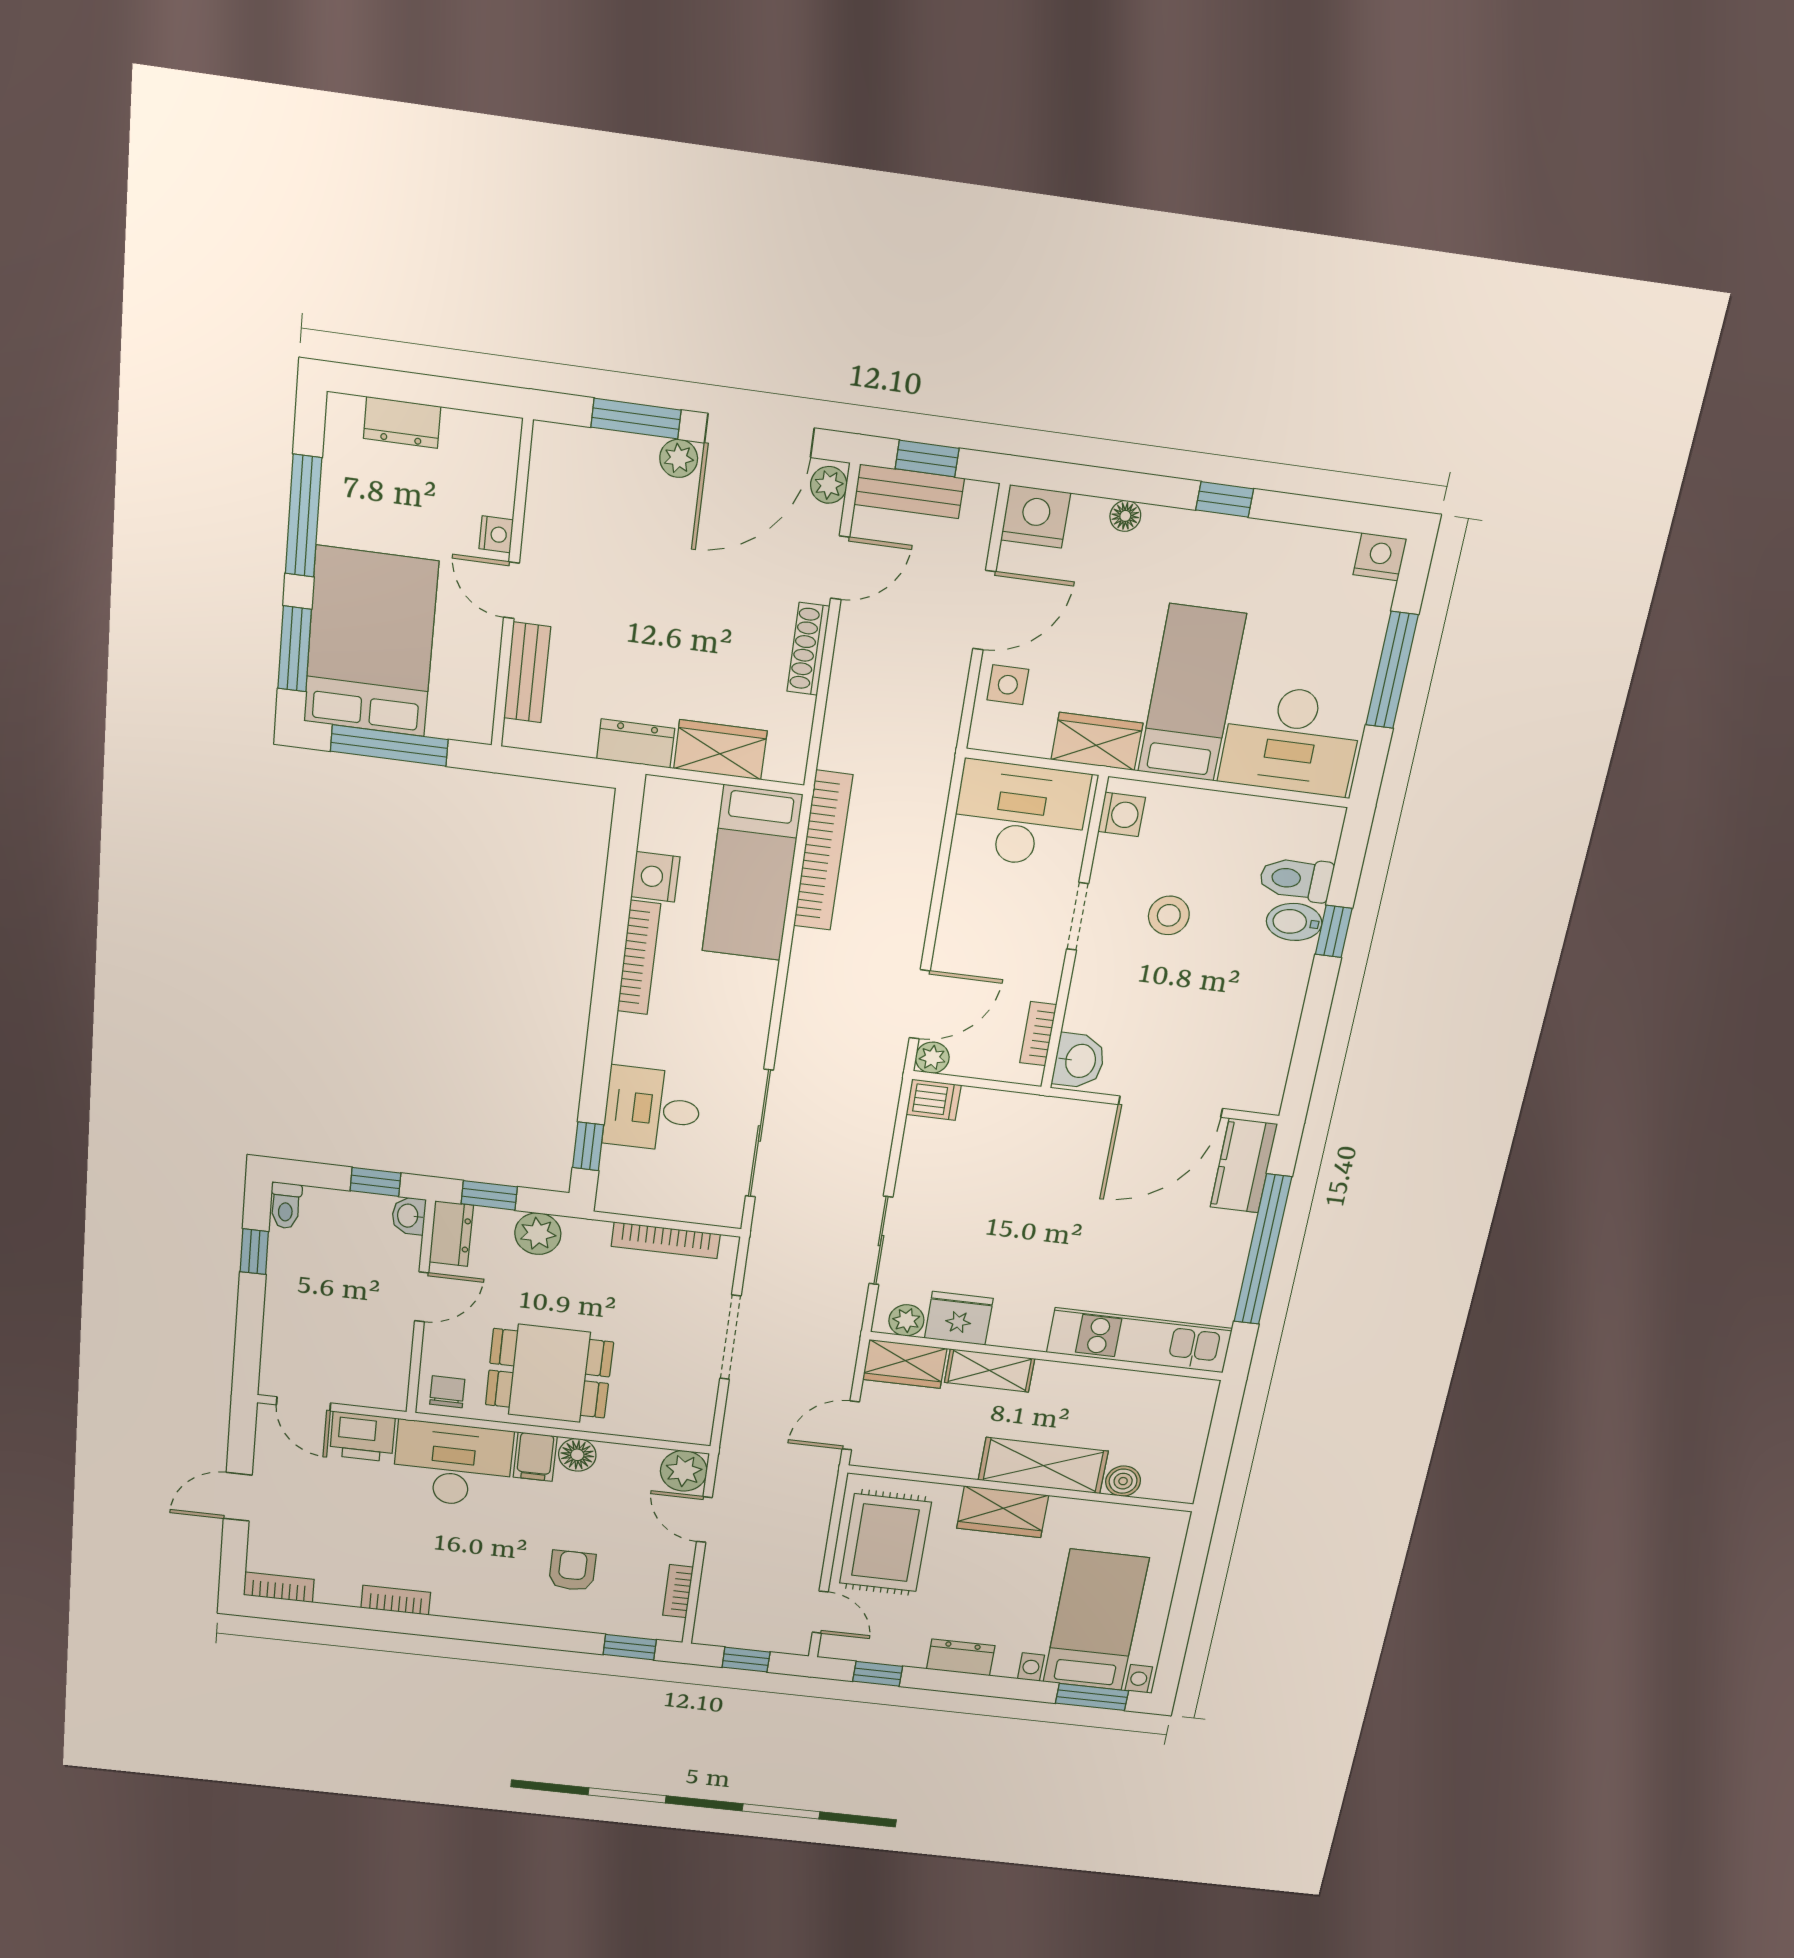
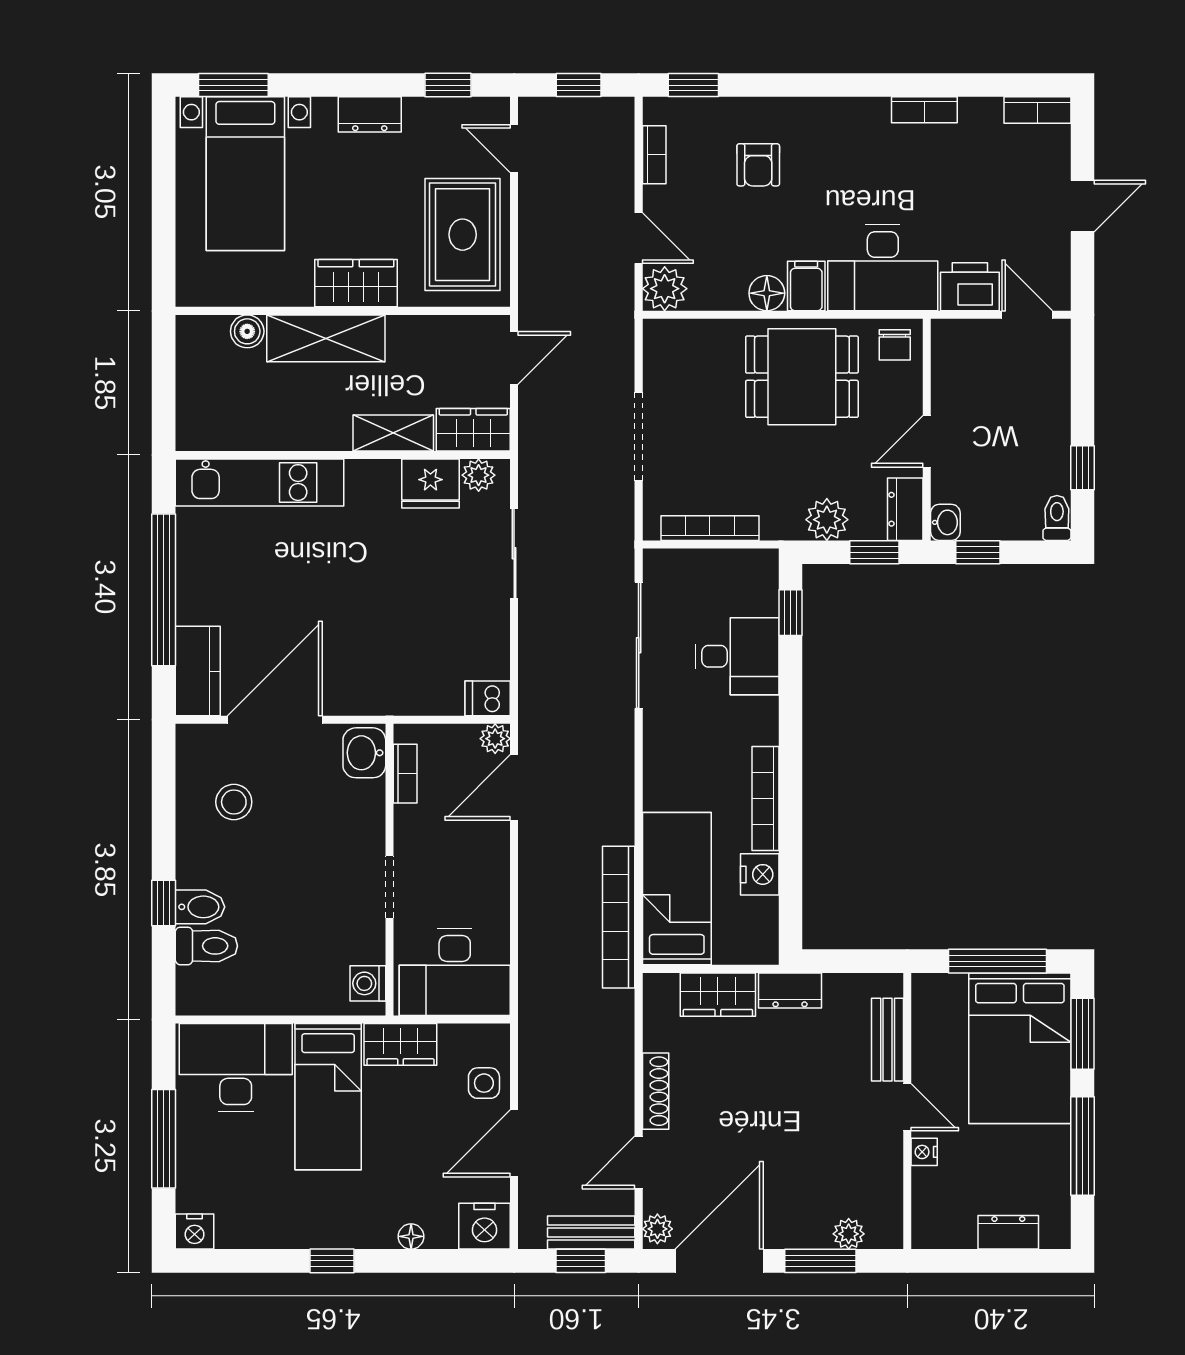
plant: (679, 458) -> (849, 1234), moved
stool: (1169, 915) -> (234, 802), moved

